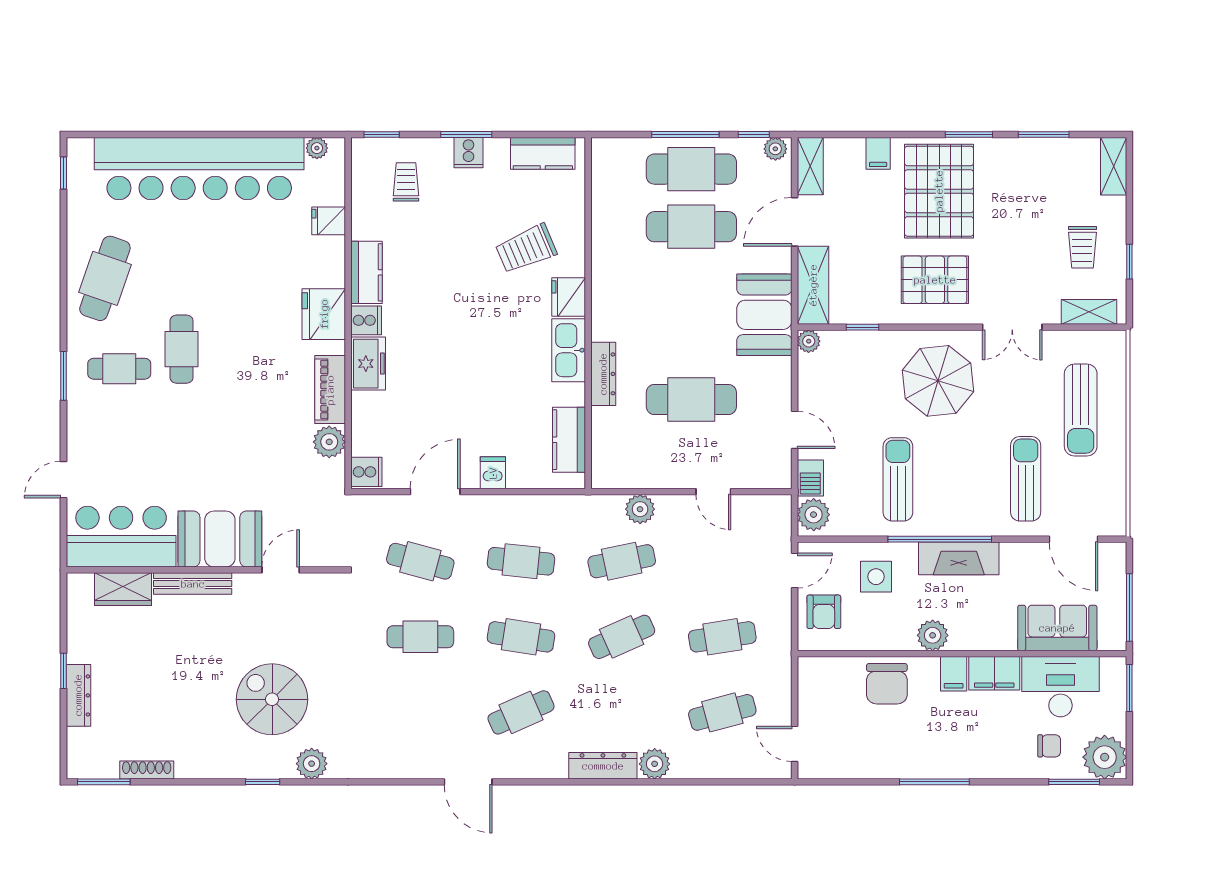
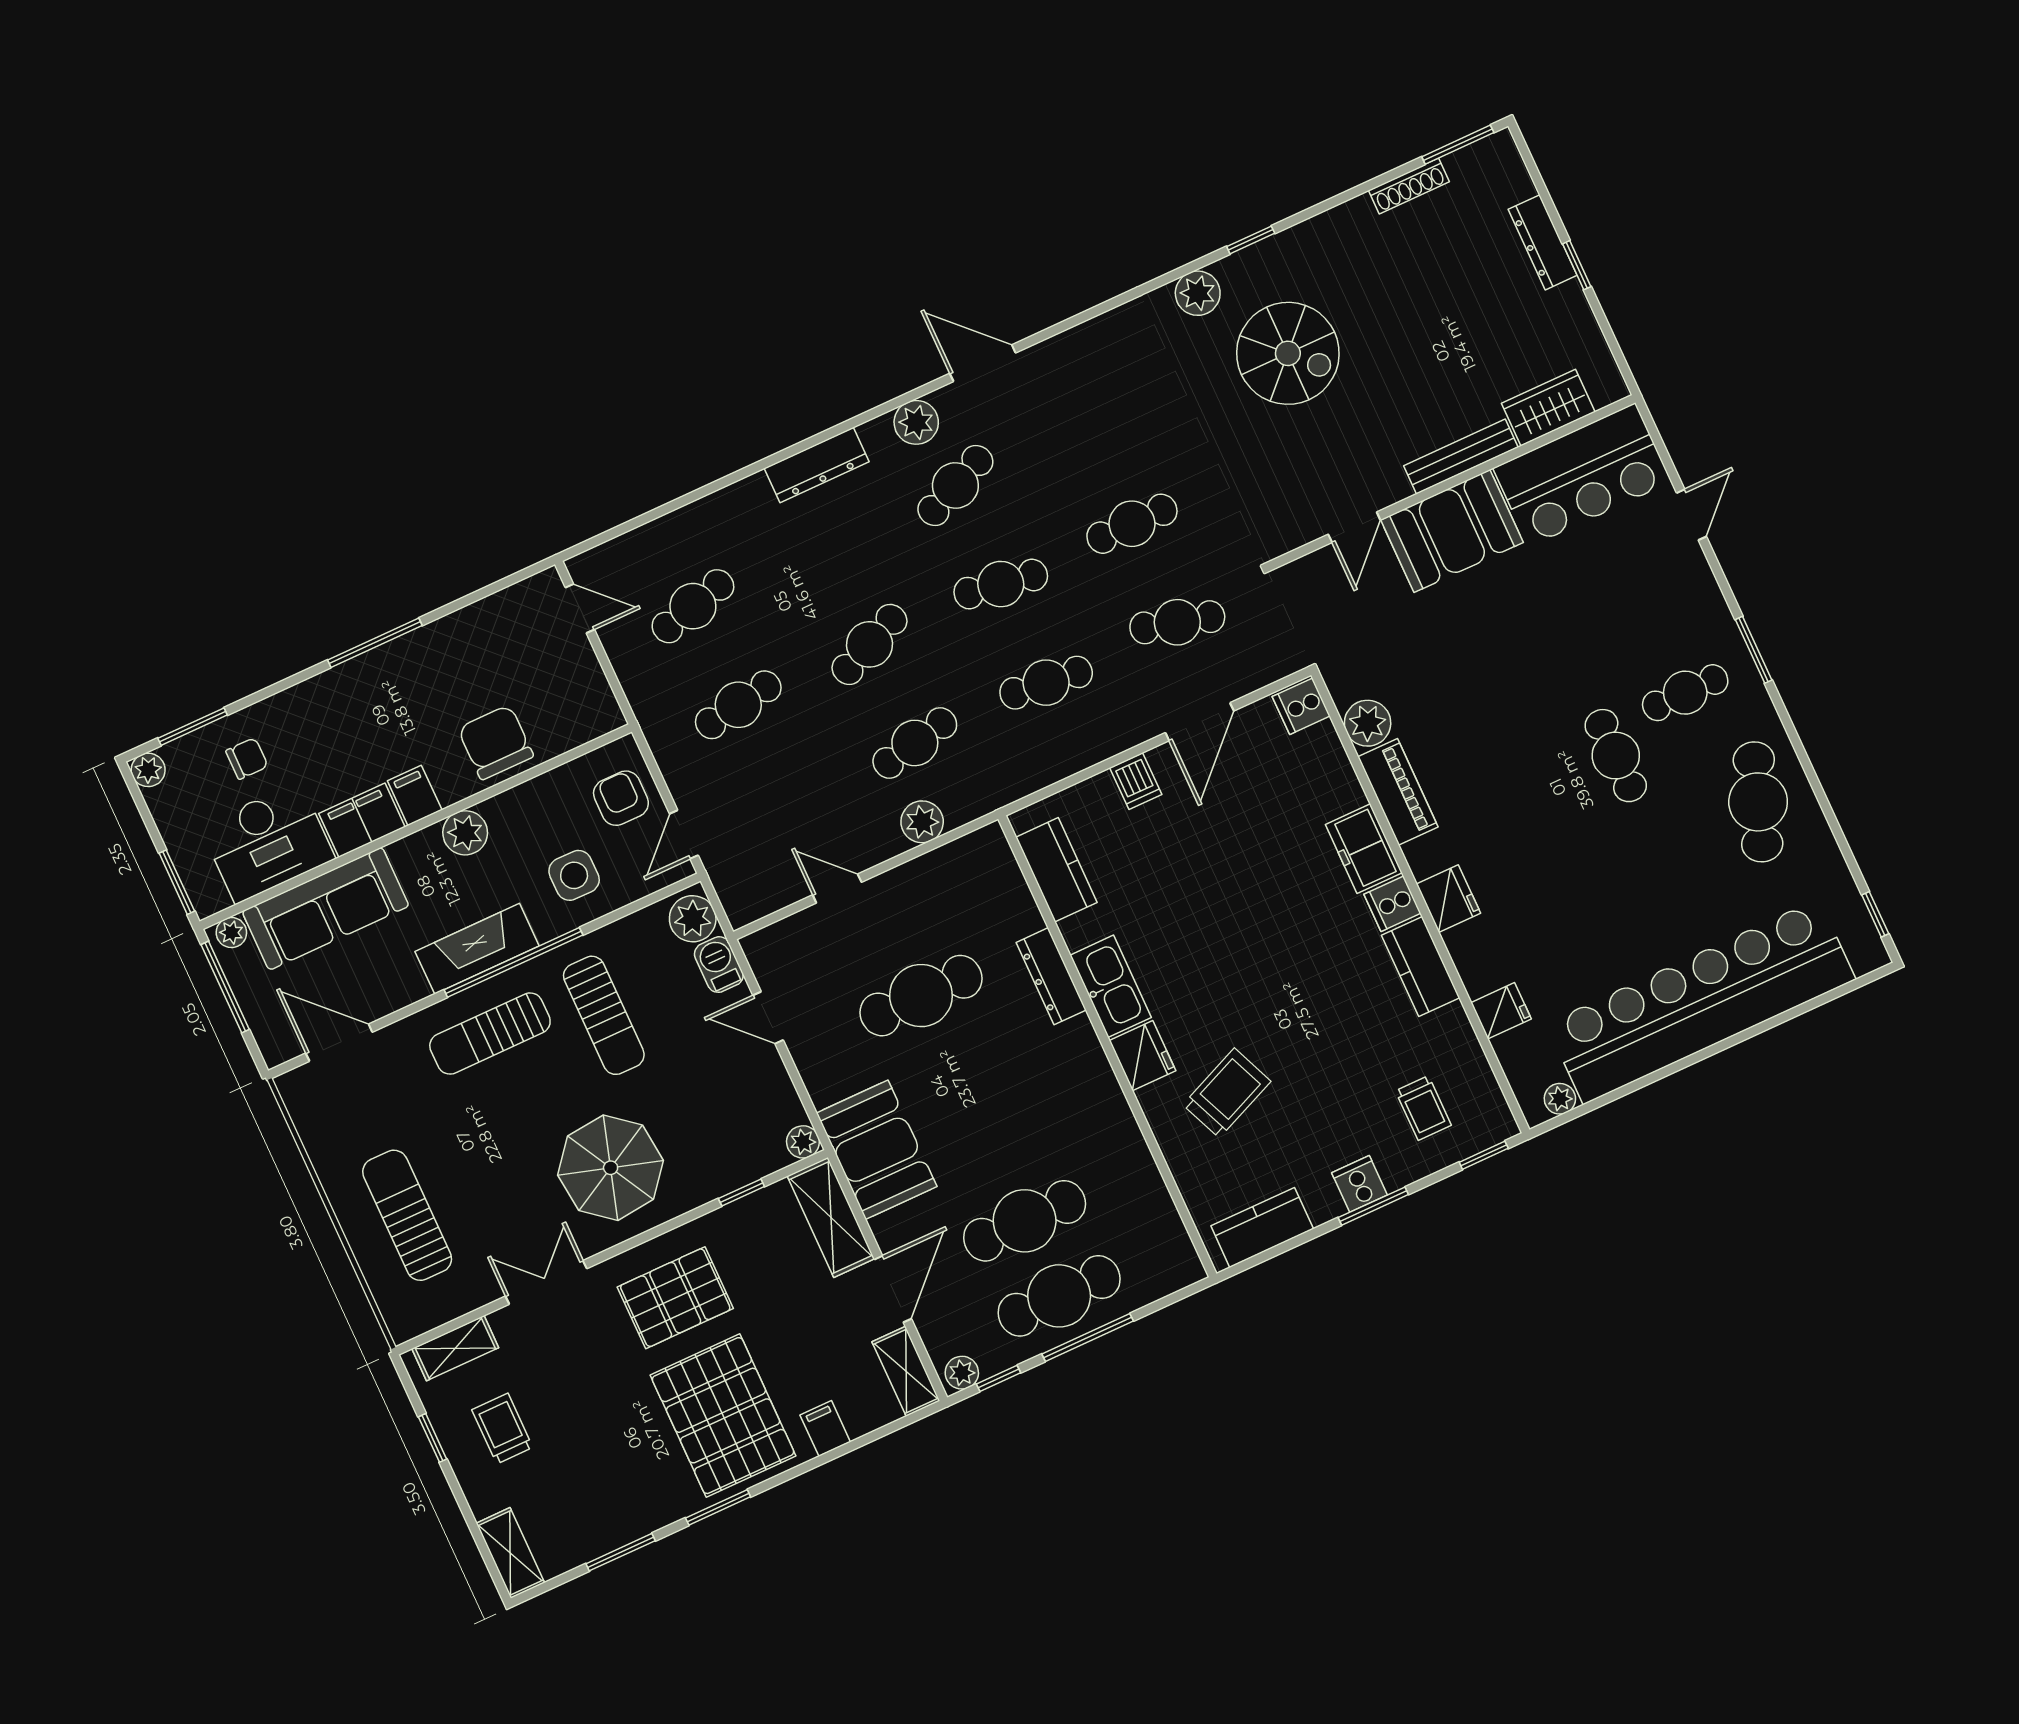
fridge: (324, 314) -> (1448, 899), width x0.73, depth x0.75
sun lounger: (1026, 479) -> (490, 1034), moved, turned 90
sofa: (1057, 628) -> (326, 909), width x1.36
plant: (1110, 640) -> (231, 933), added
chair: (1049, 746) -> (247, 759), turned 180
plant: (1105, 757) -> (148, 770), width x0.53, depth x0.53
plant: (655, 764) -> (916, 422), moved

